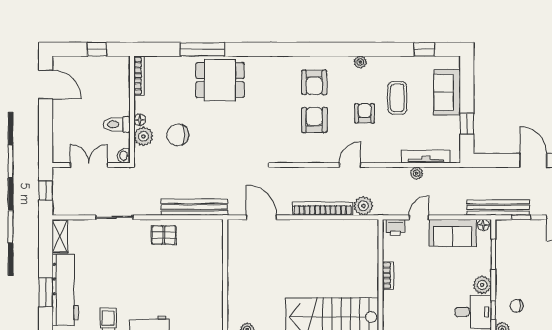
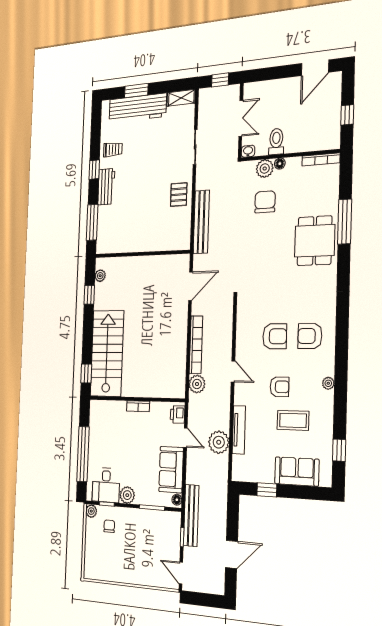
tv unit: (426, 156) -> (239, 430), moved
plant: (417, 173) -> (219, 442), width x1.88, depth x1.88

